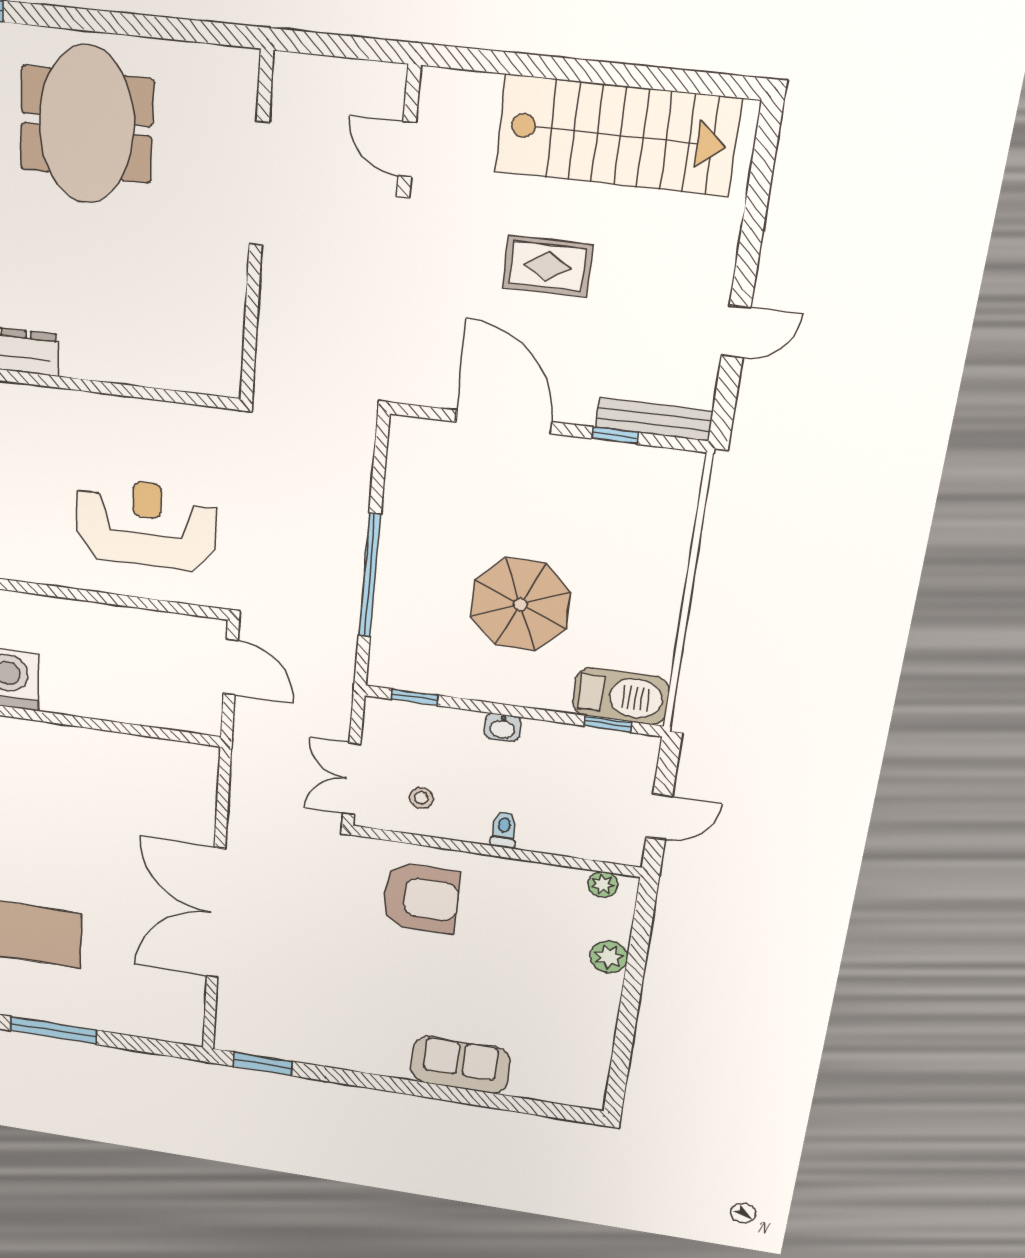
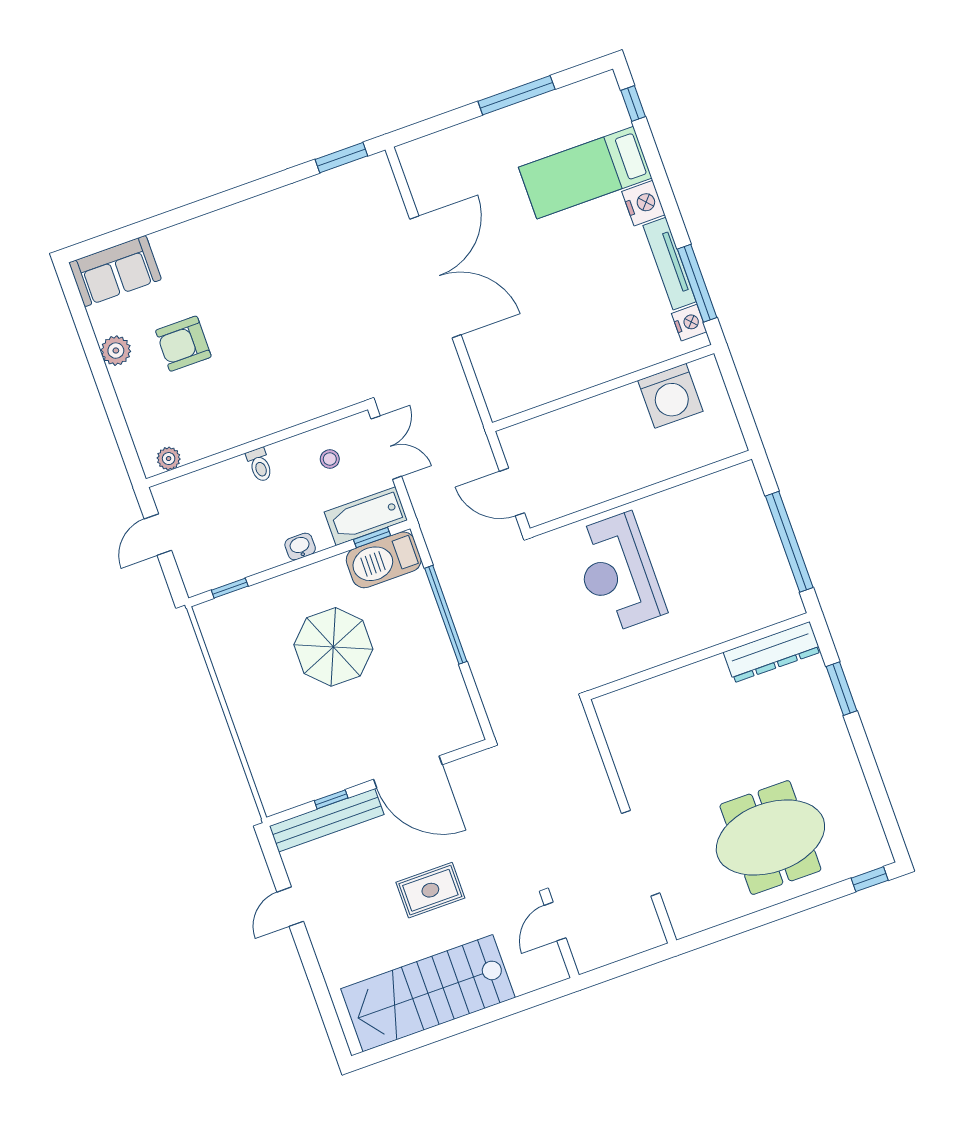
meeting table: (87, 125) -> (770, 838), turned 90
door: (407, 149) -> (555, 922), swing flipped
bench: (654, 419) -> (327, 820), width x1.37, depth x1.21
reception desk: (146, 524) -> (618, 573), turned 90
barbecue: (621, 696) -> (384, 560), moved
bathtub: (410, 722) -> (366, 516), added
armchair: (421, 898) -> (183, 344), moved, width x0.73, depth x0.73
plant: (609, 957) -> (116, 351), moved
sofa: (460, 1065) -> (115, 271), moved

